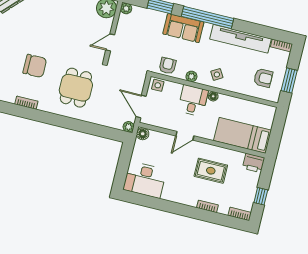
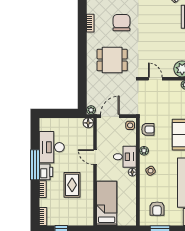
chair: (35, 66) -> (121, 23), turned 180
printer: (254, 163) -> (46, 172), moved, turned 180
desk: (145, 180) -> (52, 147), moved
window: (176, 208) -> (35, 165), added

